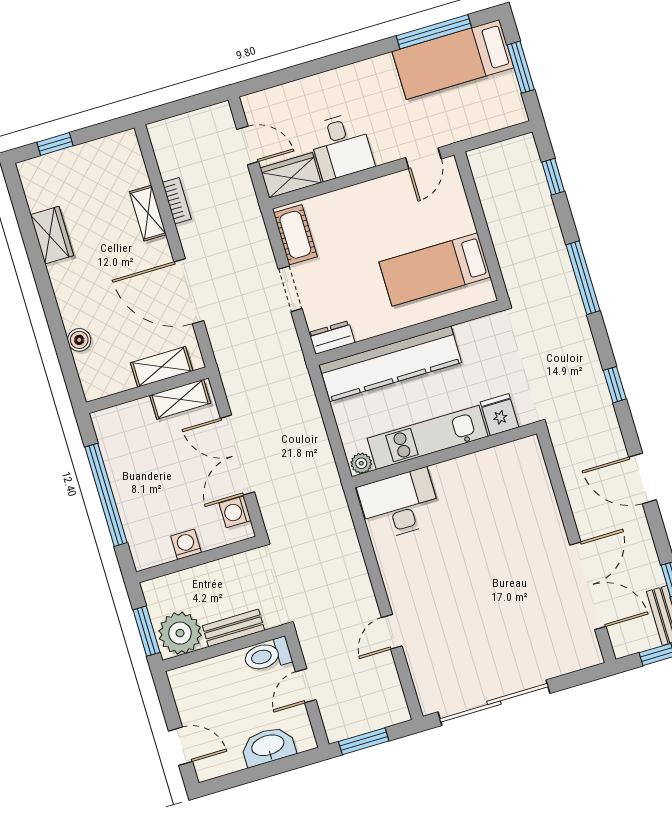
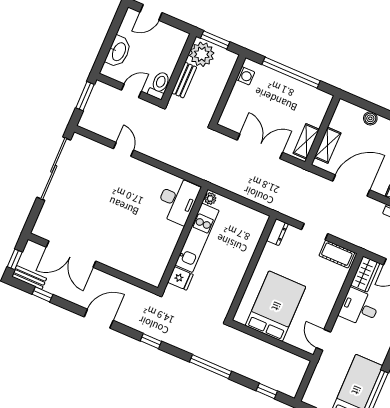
bed: (435, 270) -> (276, 306), width x1.50
kitchen counter: (390, 364) -> (244, 249), removed
washing machine: (235, 512) -> (235, 124), removed
washing machine: (186, 544) -> (245, 76), moved
door: (306, 686) -> (131, 91), hinge flipped

